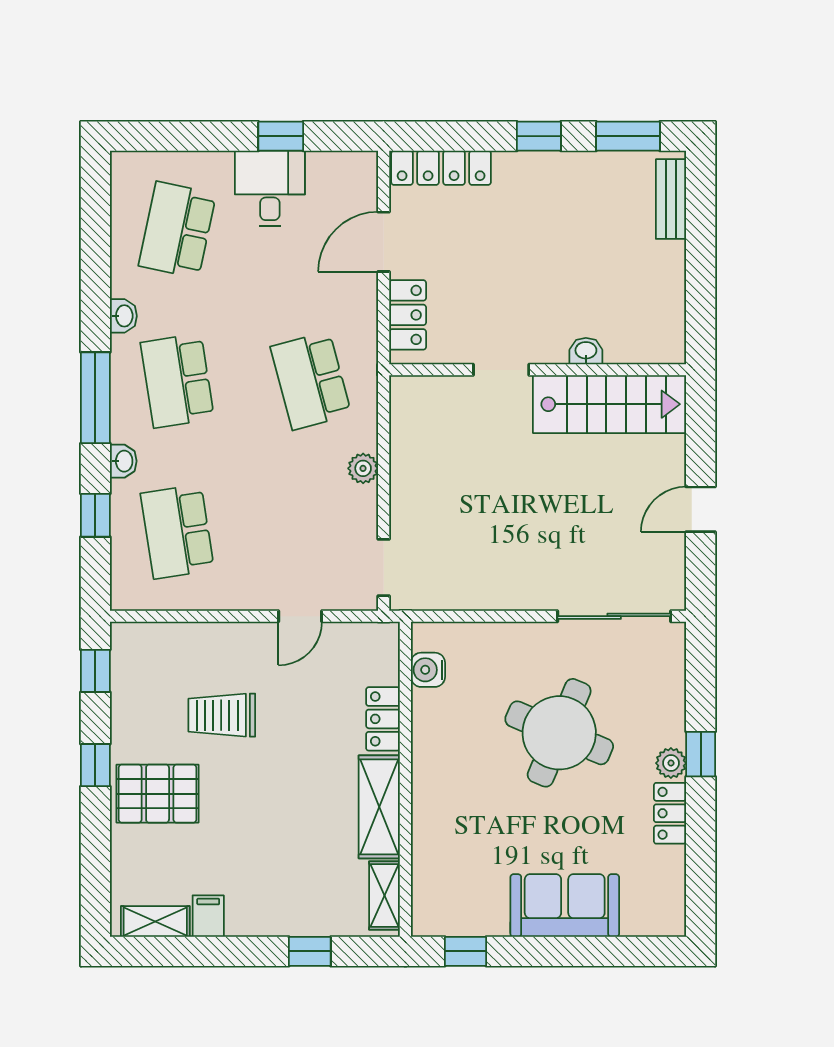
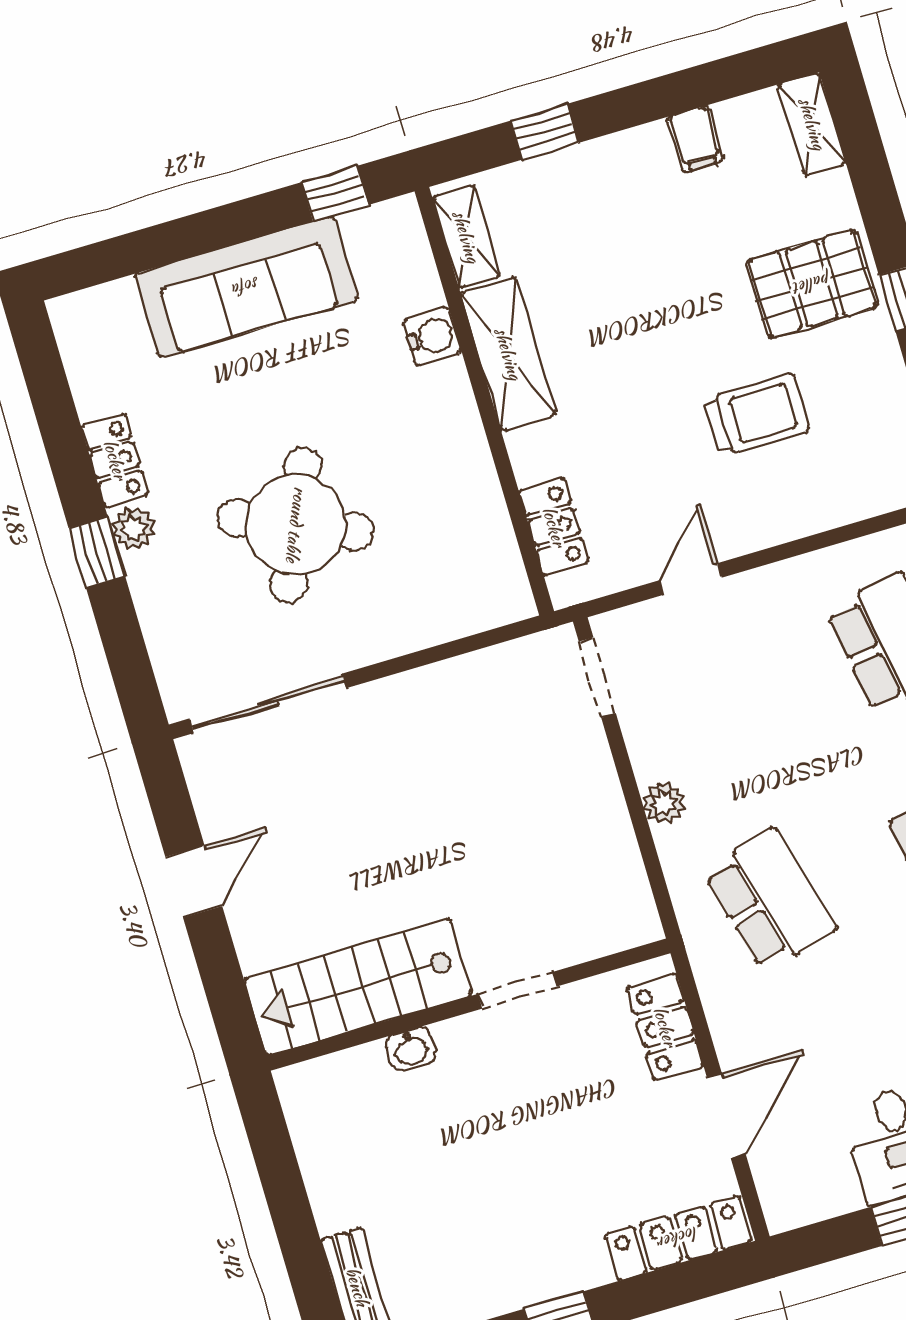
water cooler: (428, 670) -> (432, 336), moved
locker: (383, 719) -> (554, 527), moved
sofa: (565, 906) -> (246, 287), width x1.36
shelving: (155, 922) -> (812, 124), moved, turned 90

